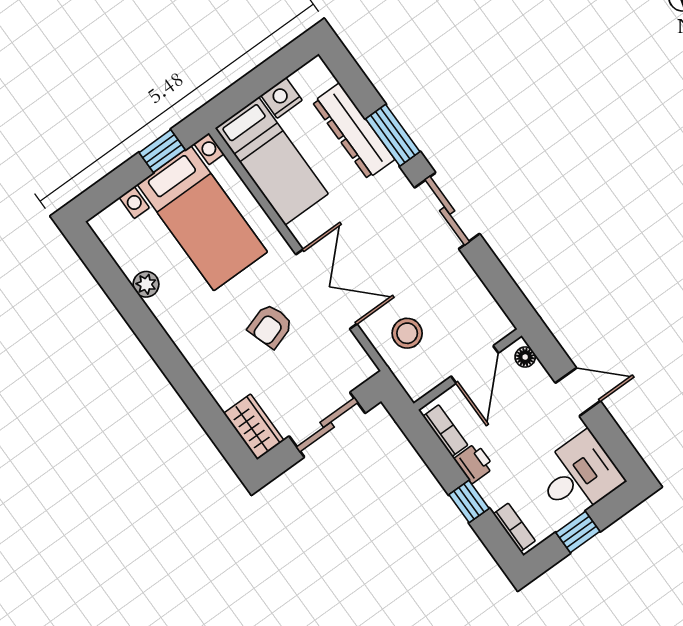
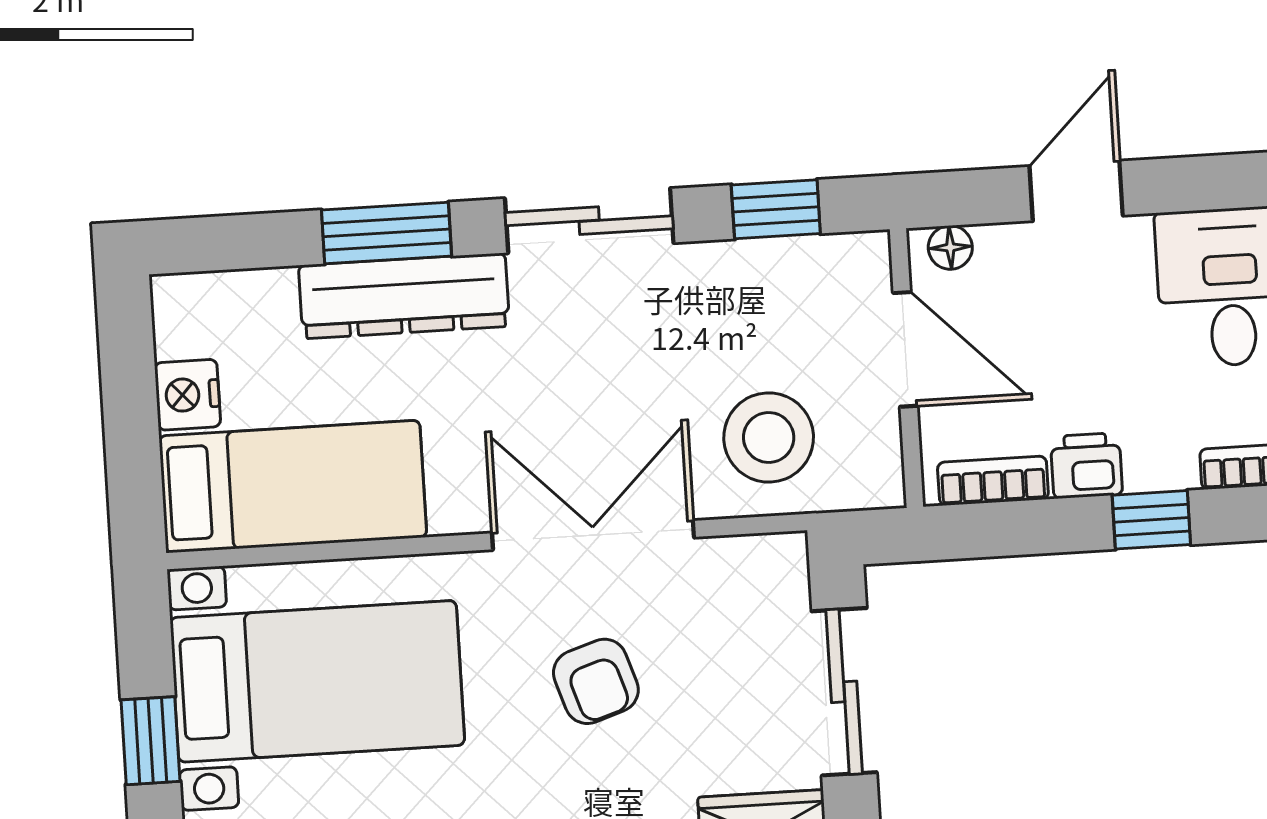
dresser: (354, 131) -> (404, 296), moved
window: (162, 151) -> (151, 741), moved
window: (497, 280) -> (776, 209), added
stool: (407, 333) -> (769, 437), width x1.38, depth x1.38

